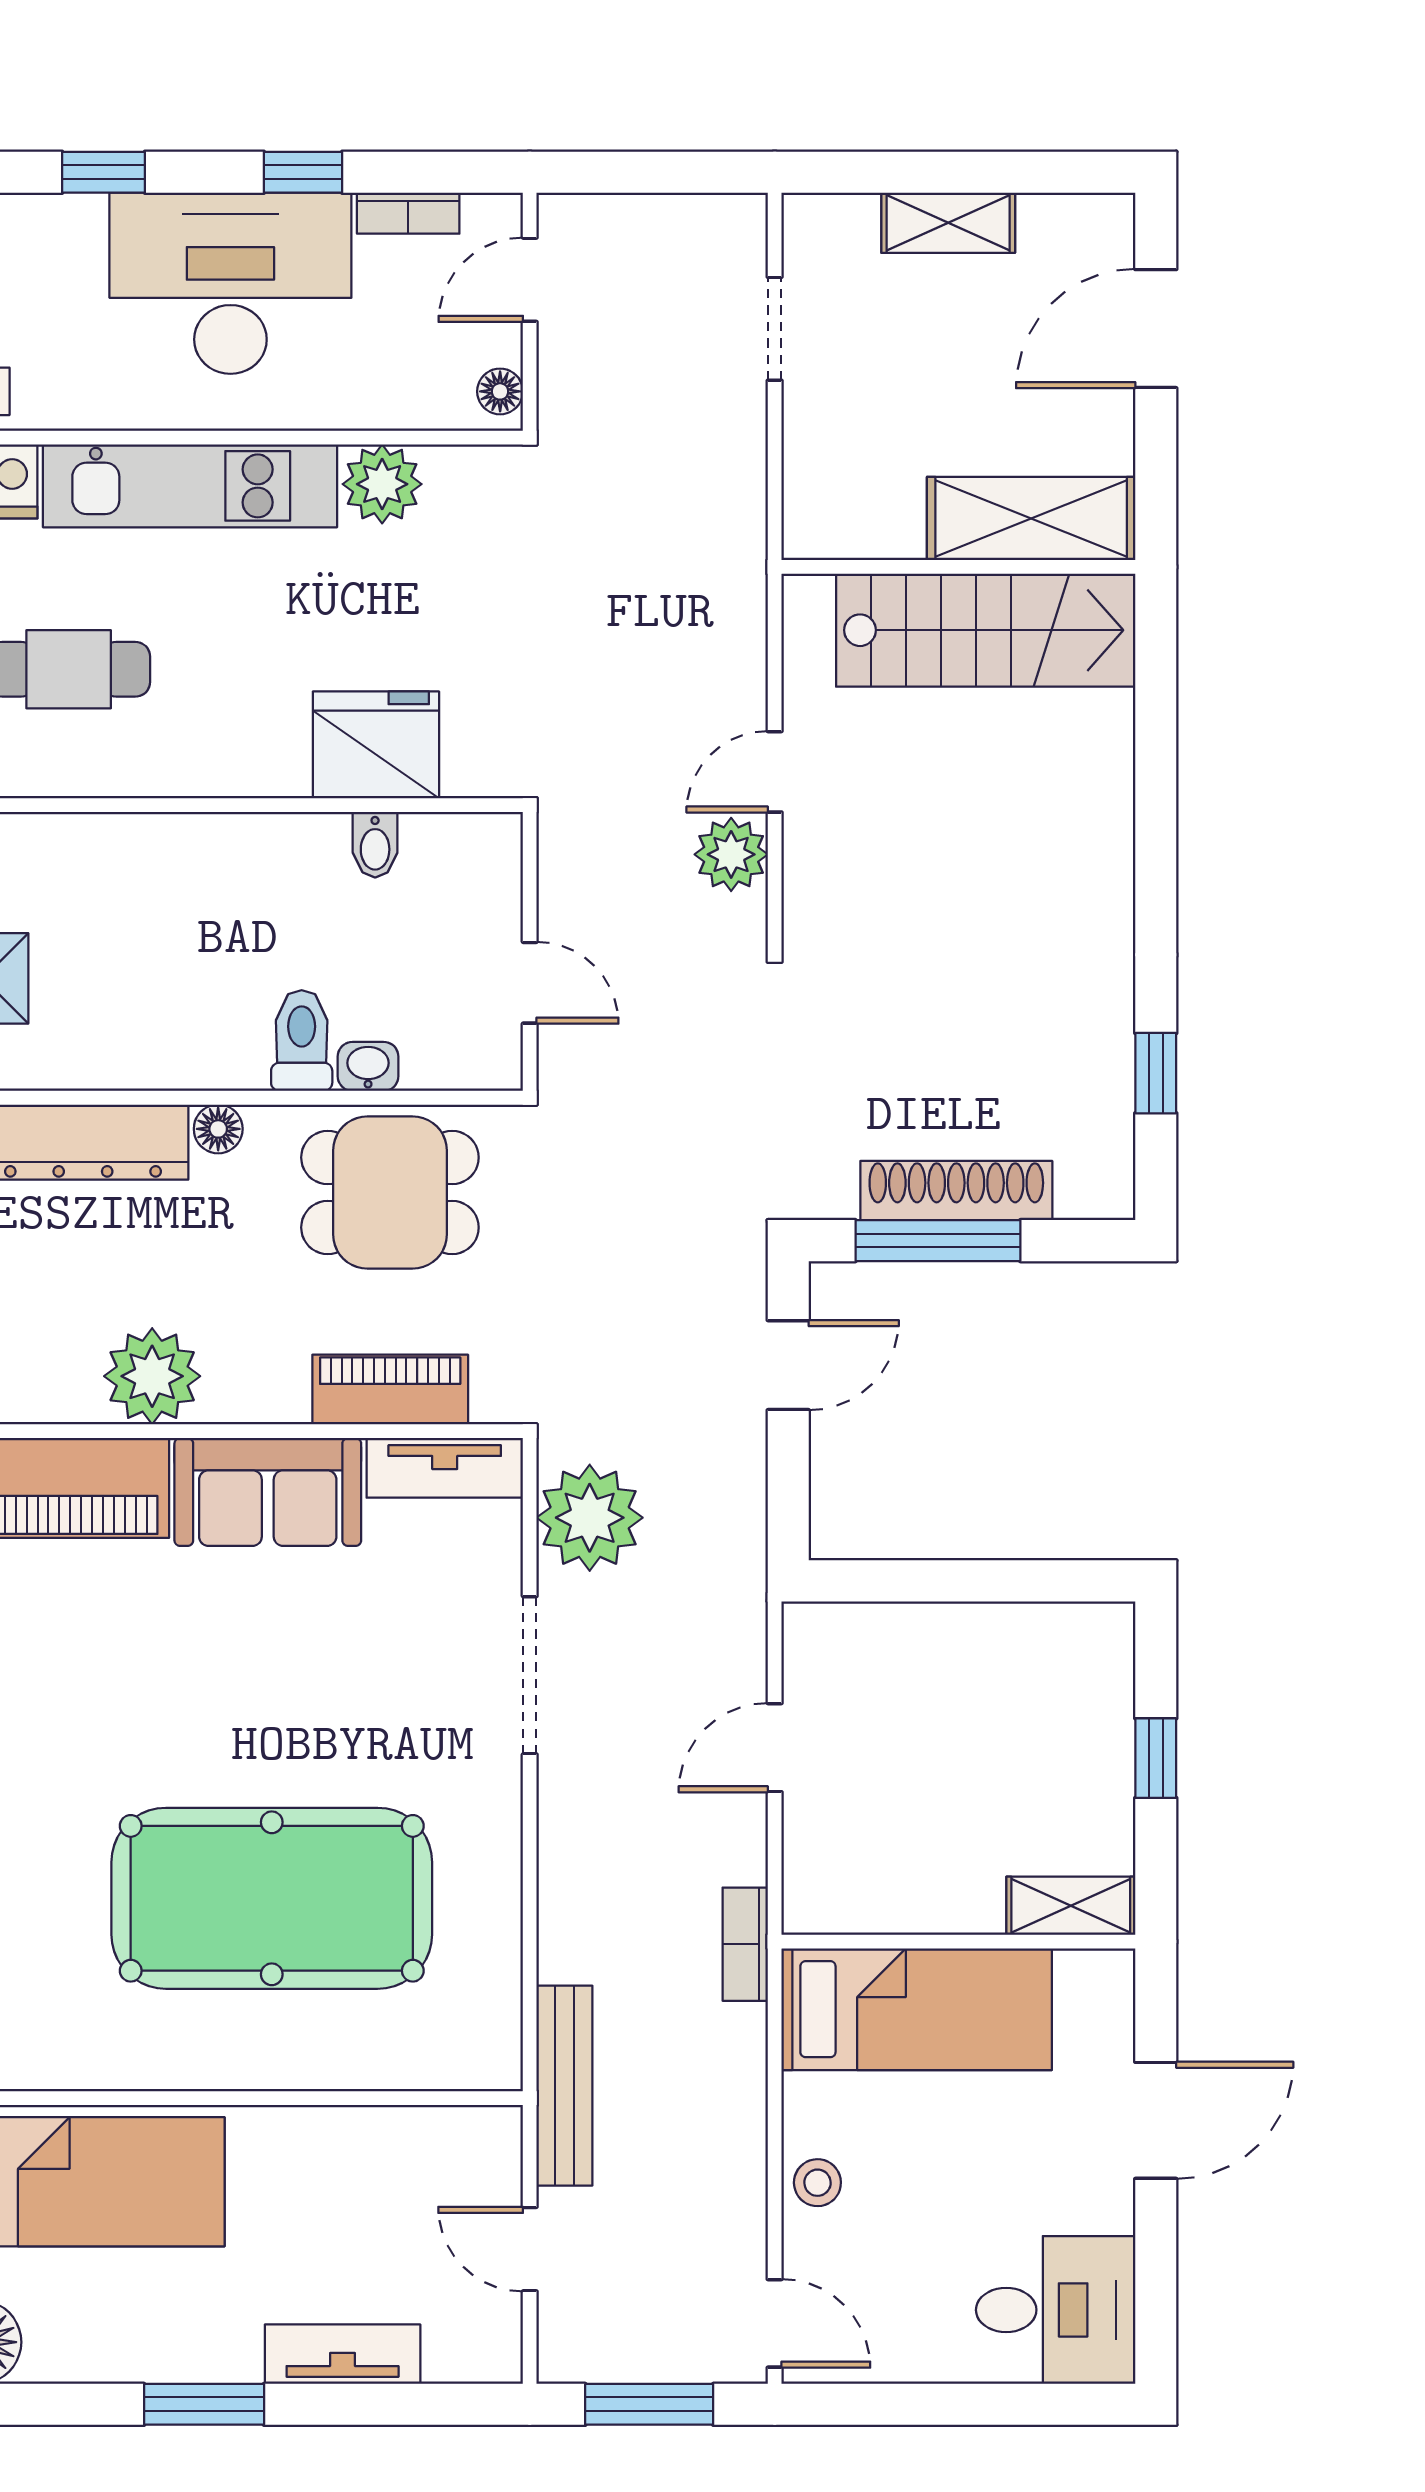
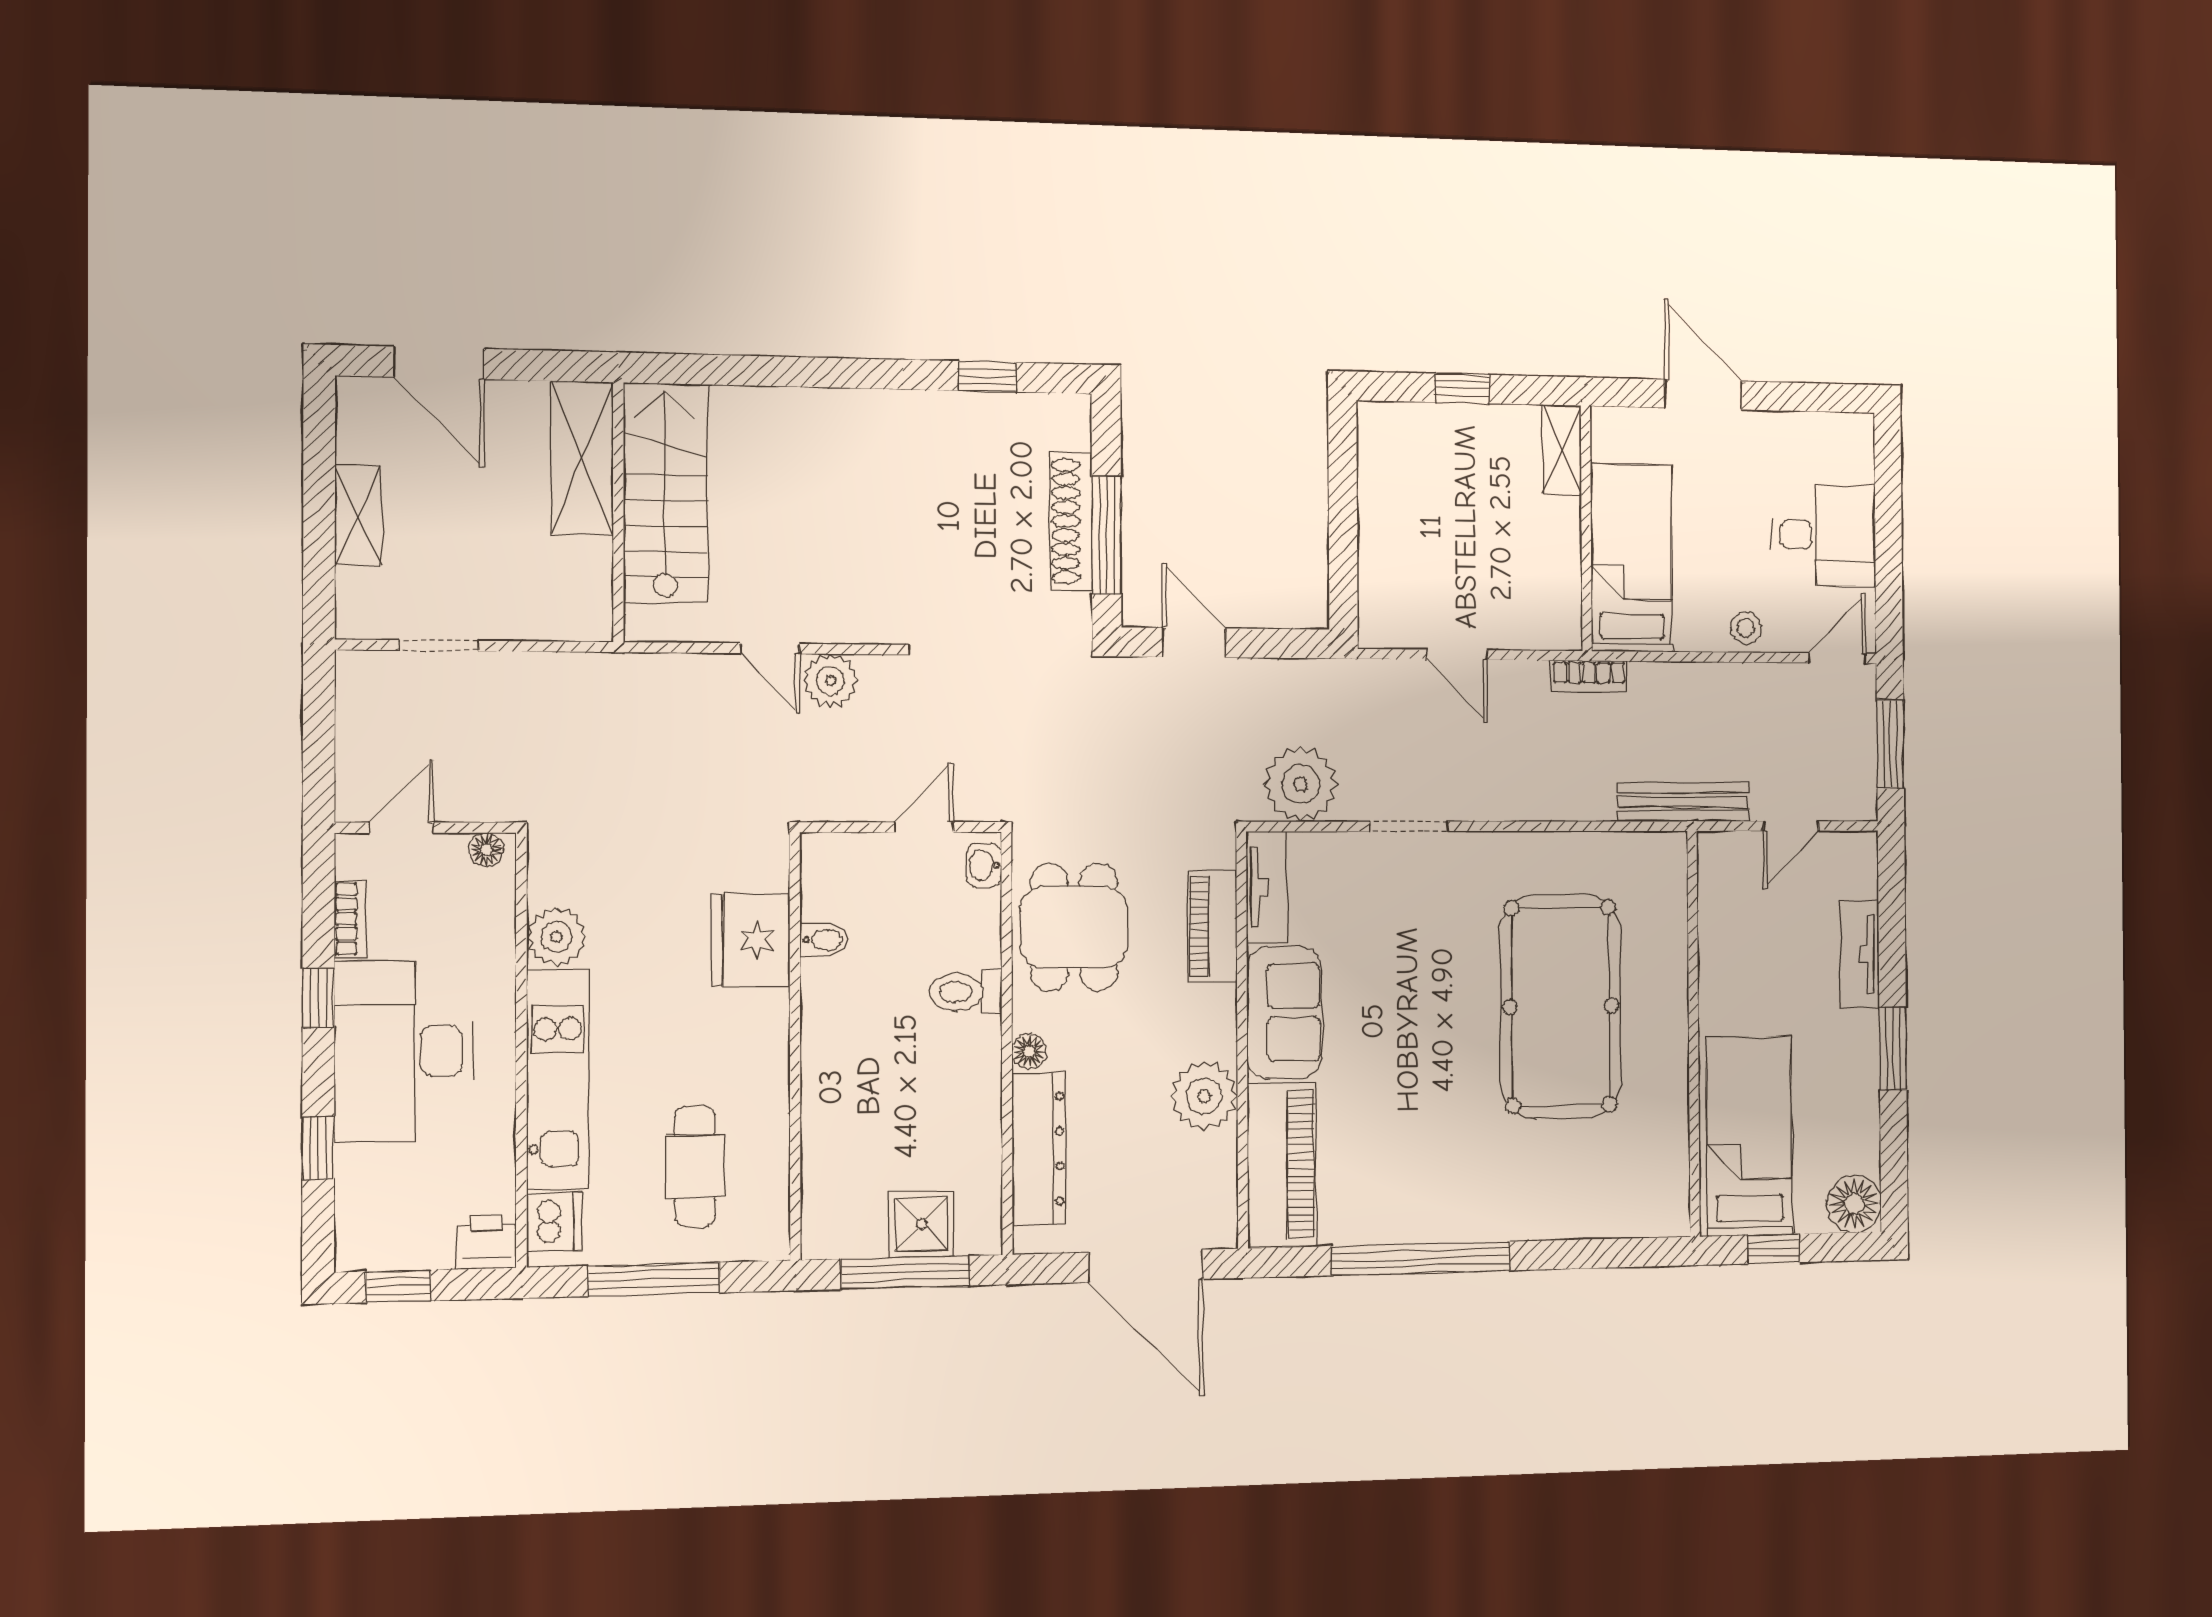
door: (530, 280) -> (401, 828), swing flipped
washbasin: (368, 1066) -> (984, 865), moved
doorway: (530, 1675) -> (1409, 826), width x0.73
desk: (1056, 2310) -> (1824, 535), moved, turned 90

